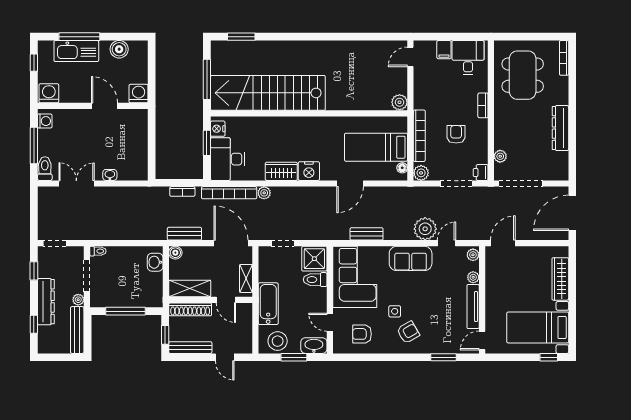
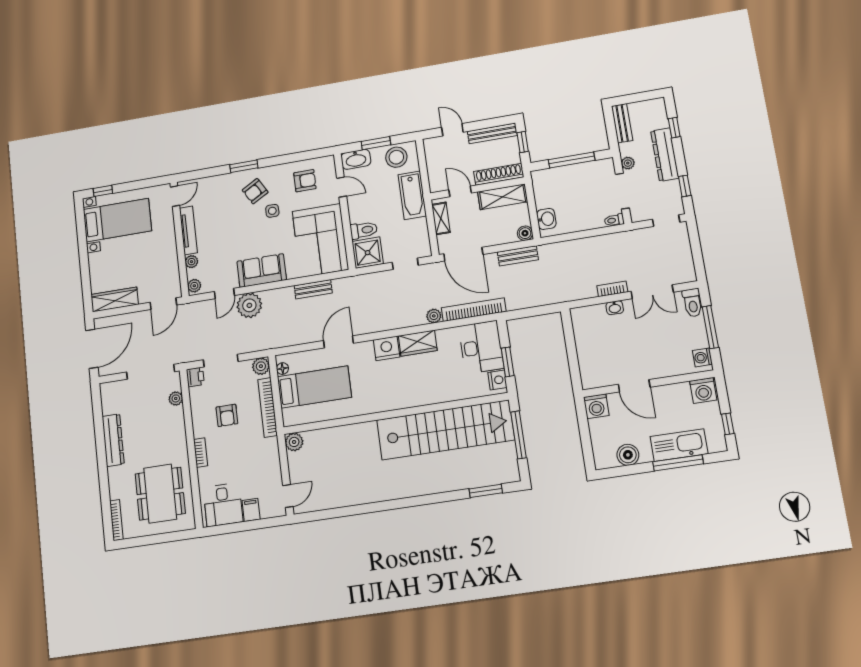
bookcase: (182, 191) -> (612, 289), moved
wardrobe: (560, 279) -> (115, 299), moved, turned -90
bench: (77, 330) -> (622, 123), width x0.73
window: (444, 357) -> (244, 166), moved

